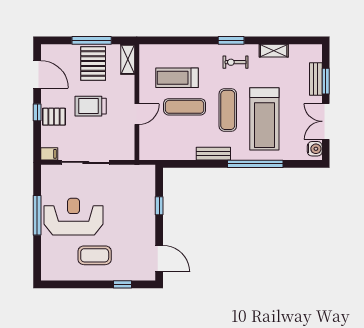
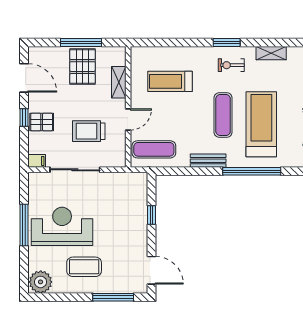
shelving: (128, 59) -> (119, 82), moved
trolley: (91, 106) -> (89, 131), moved
exercise mat: (185, 107) -> (154, 149), moved
treadmill: (264, 119) -> (261, 124), turned 180
plant: (53, 270) -> (41, 282), added
window: (122, 284) -> (113, 297), width x2.17

